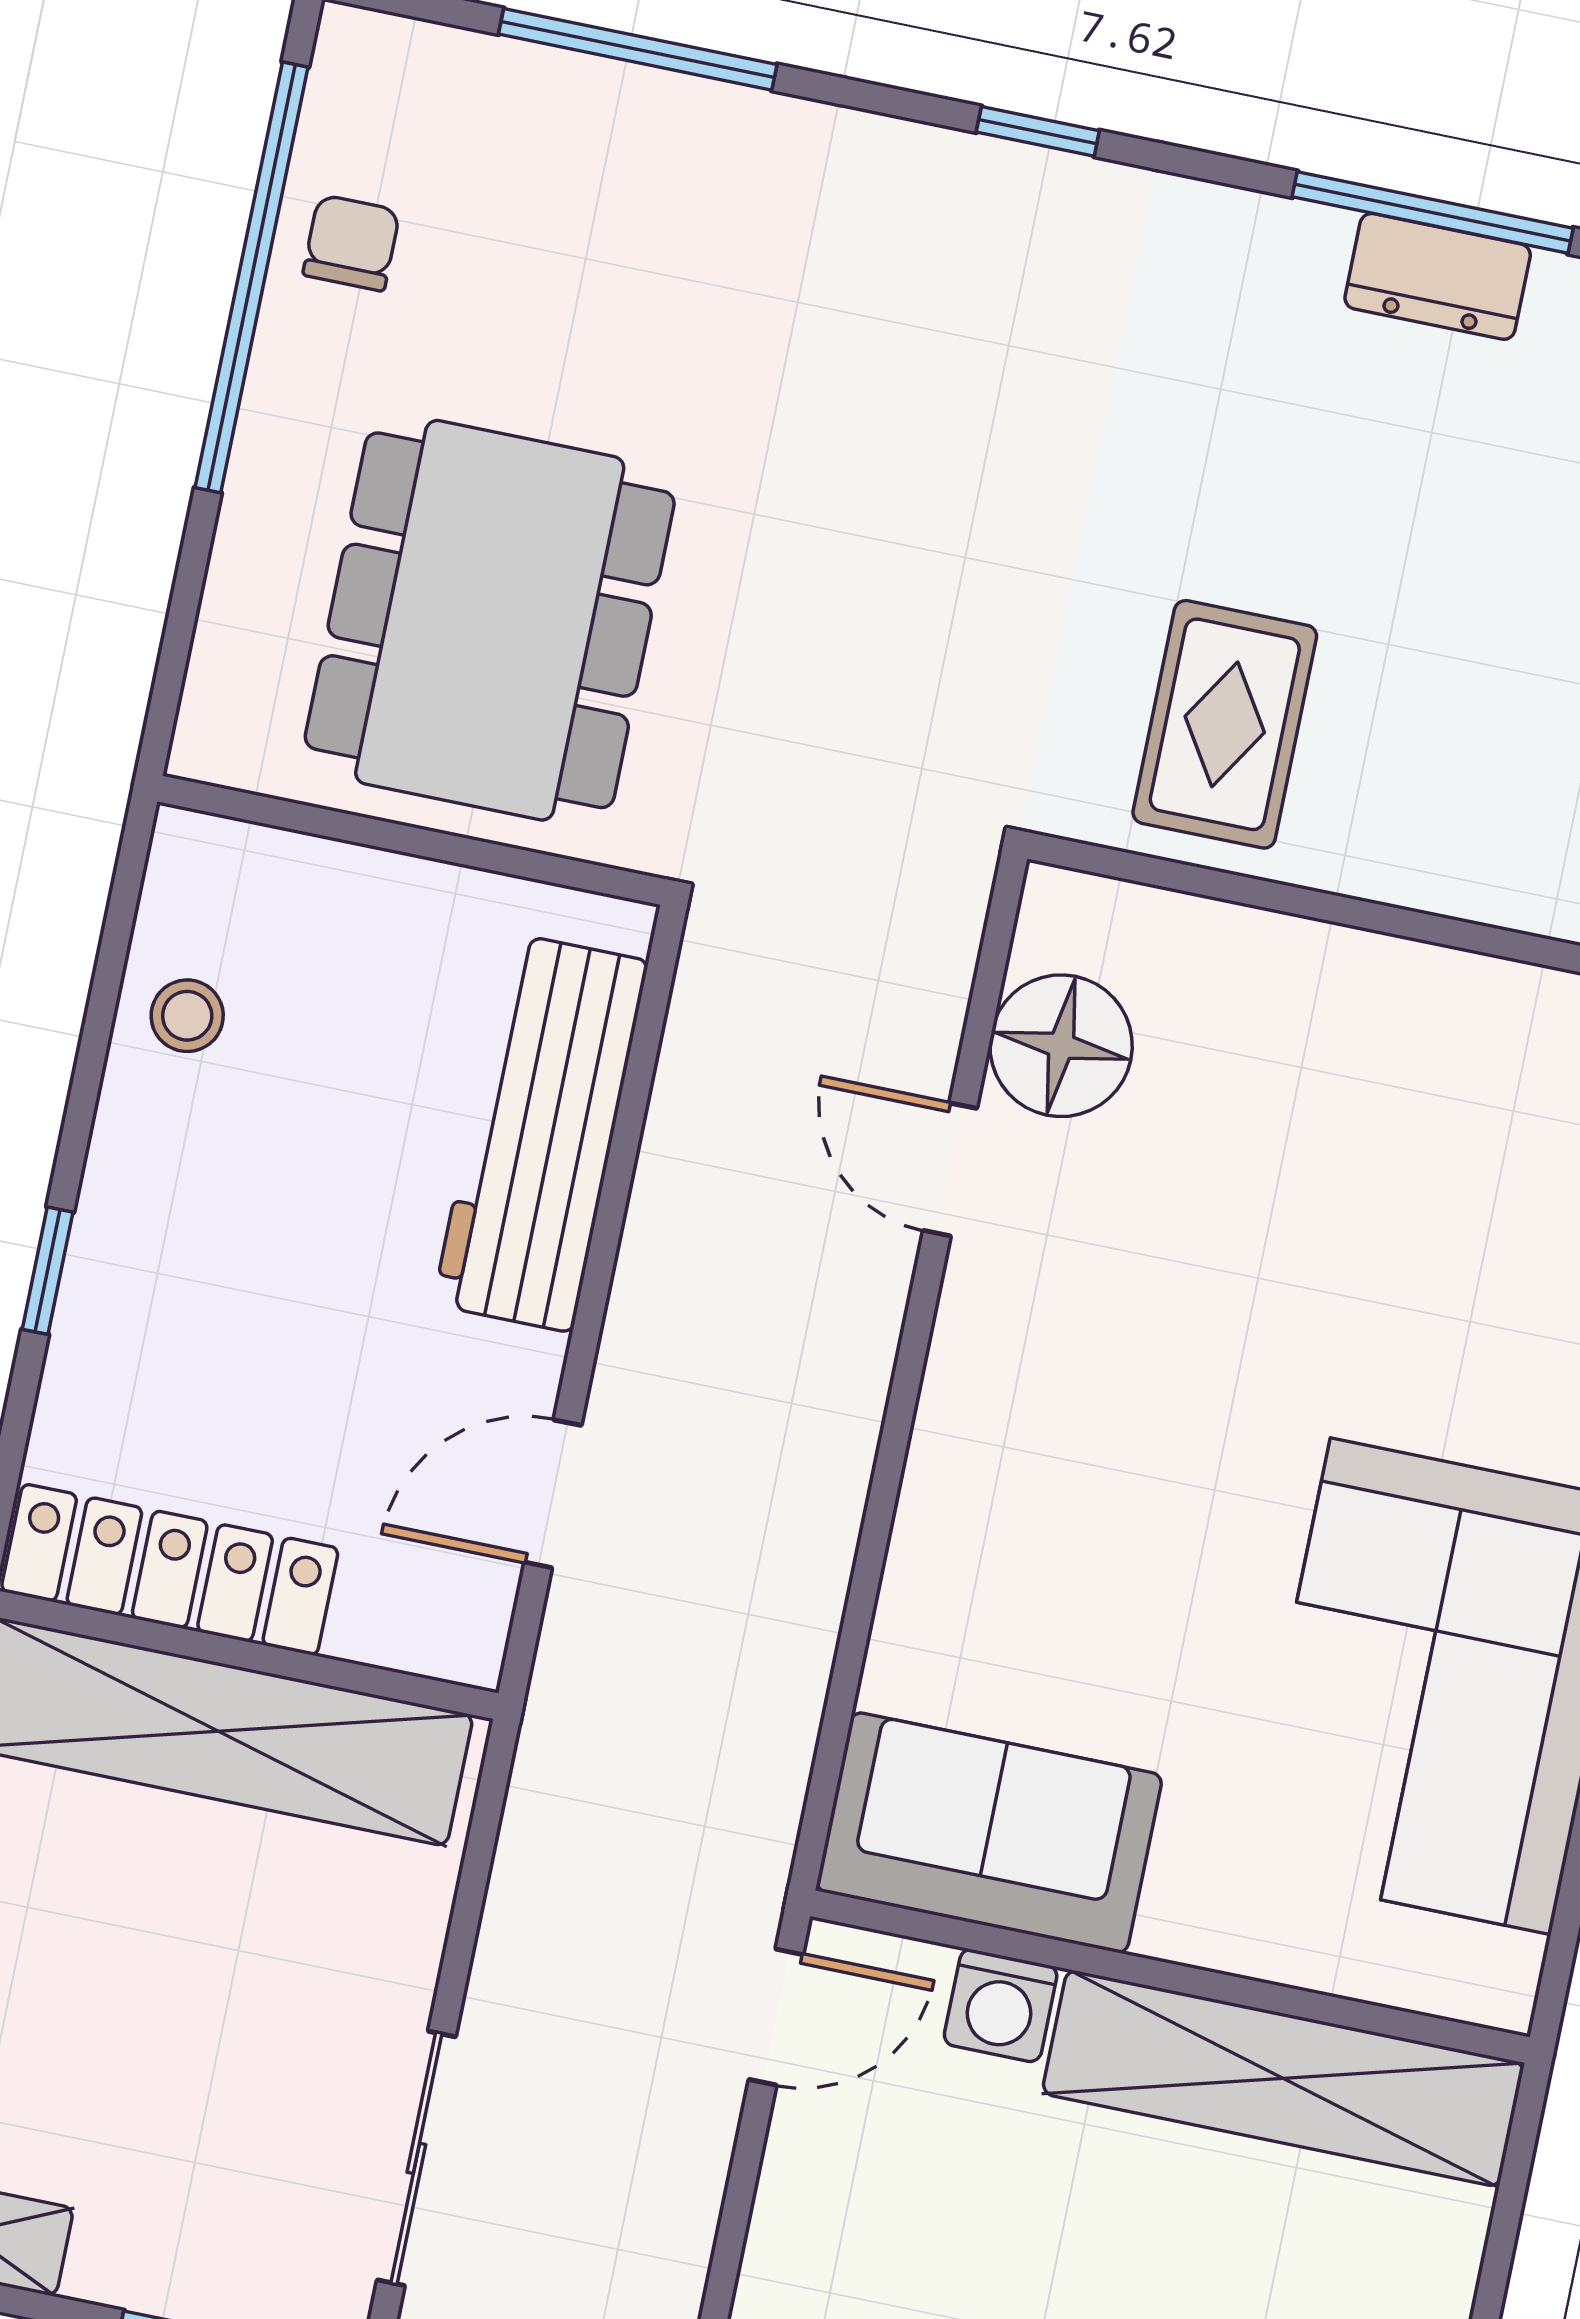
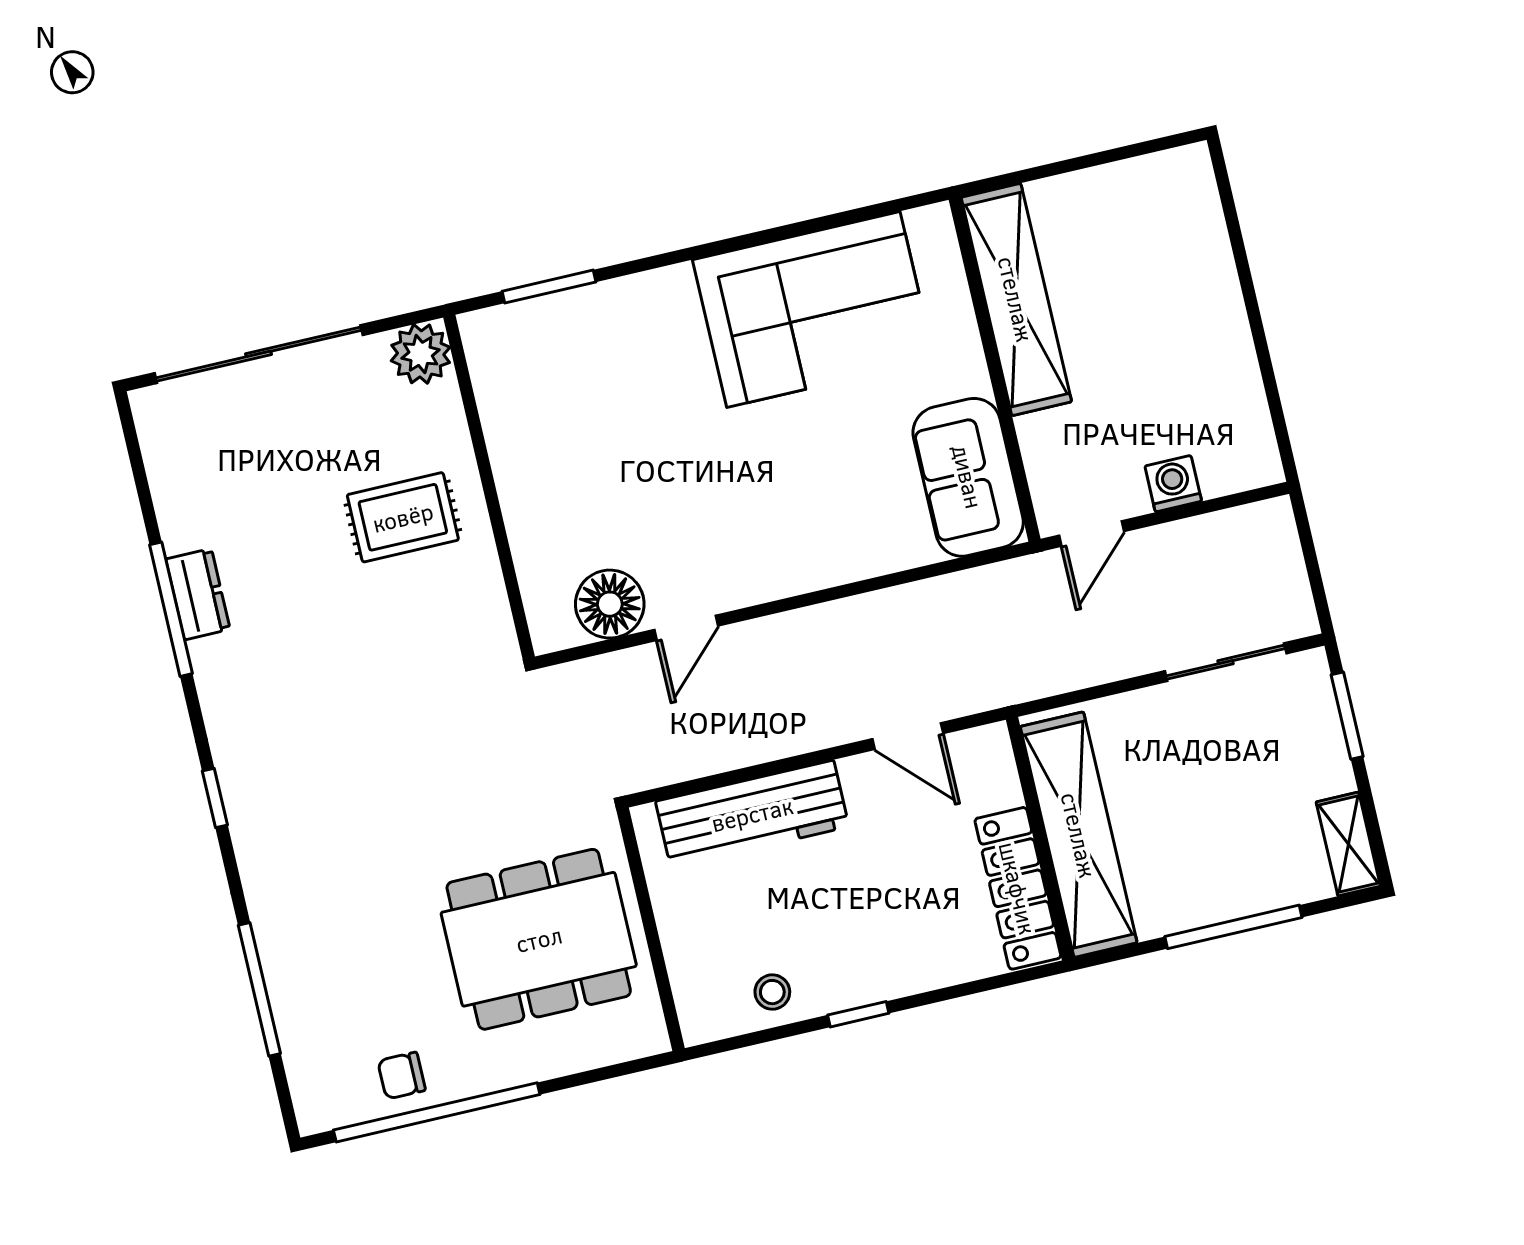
rug: (1225, 724) -> (403, 517), moved
window: (48, 1271) -> (858, 1014), moved
washing machine: (1001, 2006) -> (1173, 484), moved, turned -90
door: (776, 2017) -> (1092, 533), swing flipped

